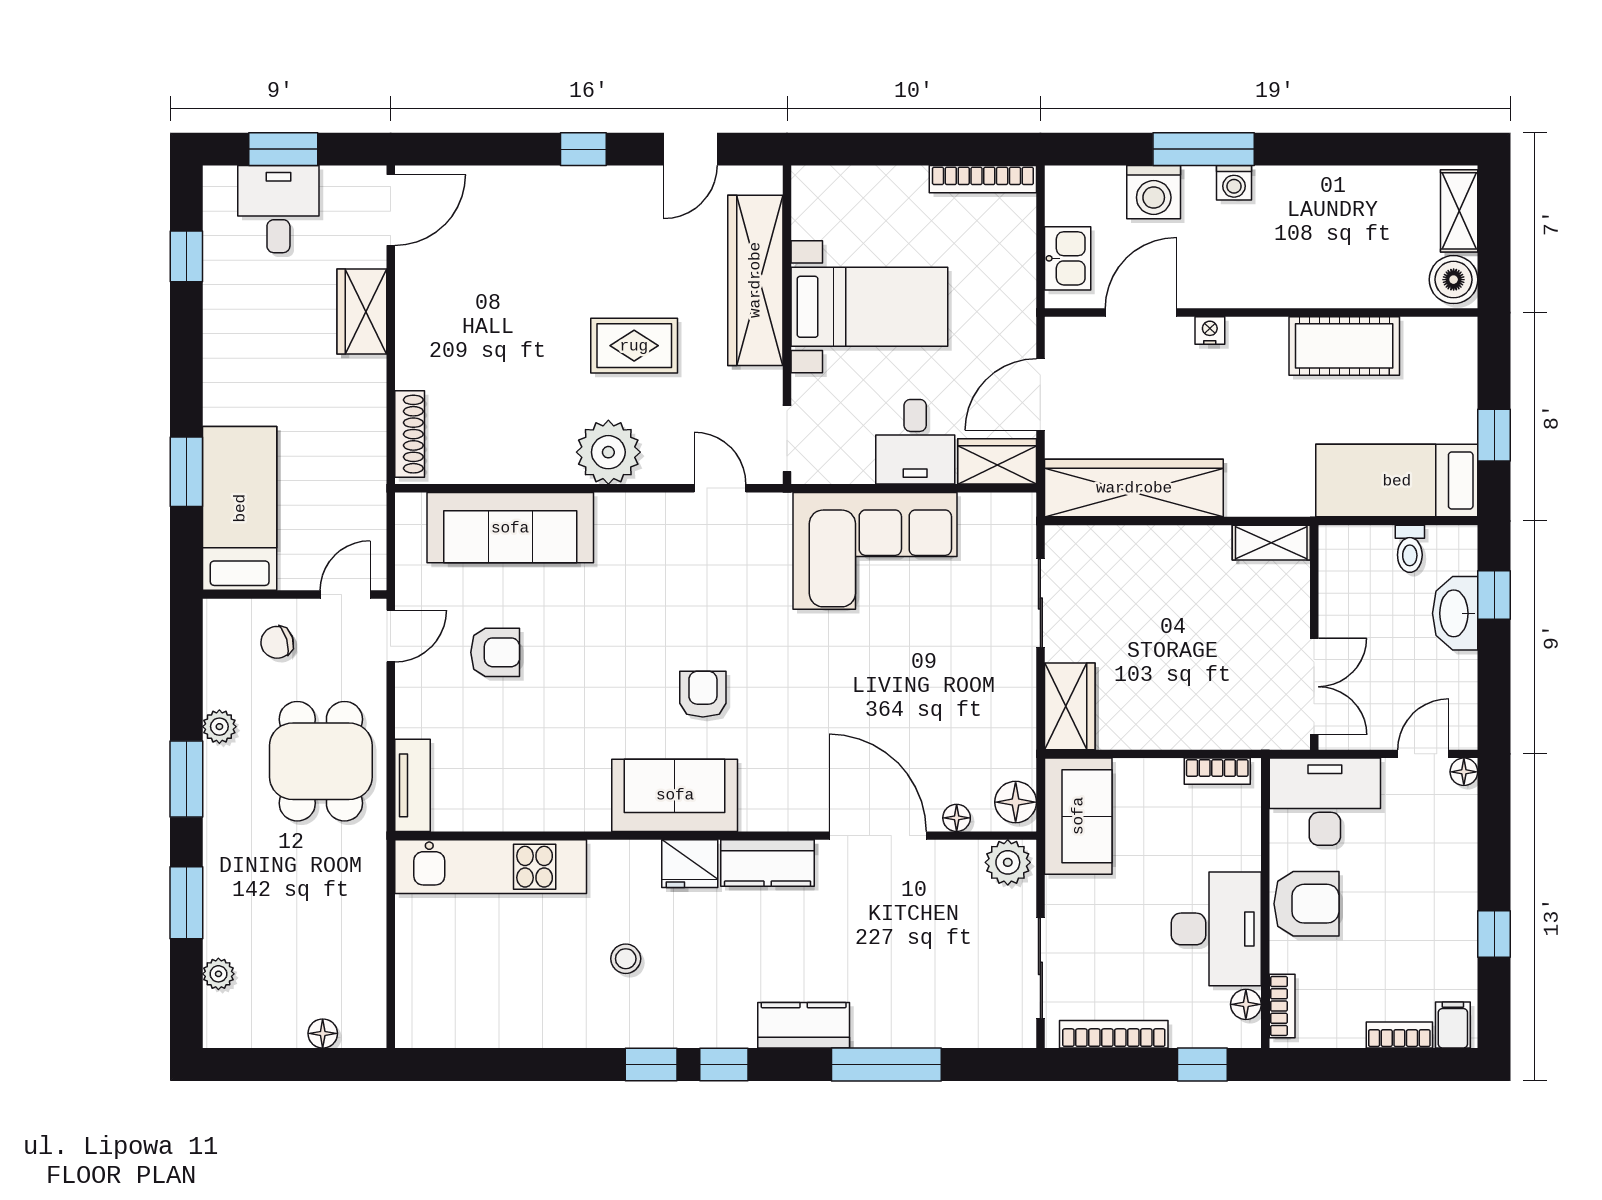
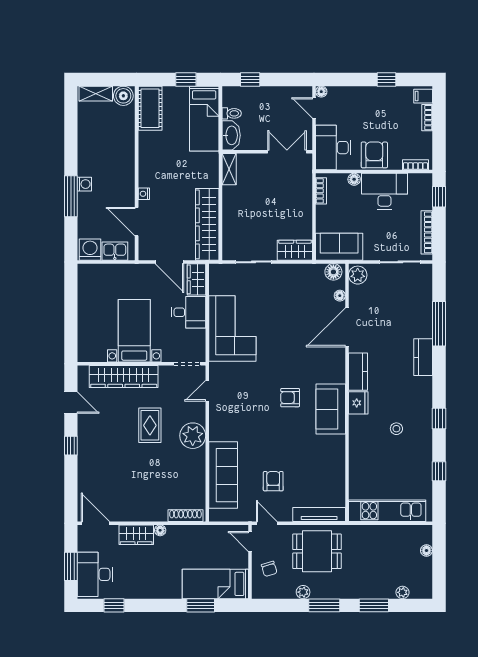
bookcase: (983, 179) -> (83, 285), removed
washing machine: (1154, 192) -> (90, 250), moved, turned -90
desk: (278, 209) -> (95, 574), width x1.37
cot: (1344, 346) -> (150, 108), moved
floor lamp: (373, 371) -> (160, 530), added
washbasin: (1455, 613) -> (231, 135), moved, turned -90
tv unit: (412, 785) -> (319, 514), width x1.41
kitchen unit: (491, 867) -> (387, 511), moved, turned -90
floor lamp: (1246, 1004) -> (354, 179), moved
window: (724, 1064) -> (439, 471), moved

